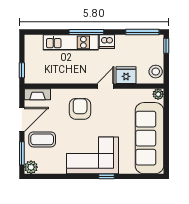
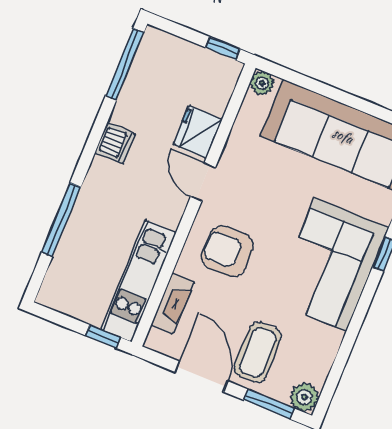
window: (86, 32) -> (61, 220), moved
kitchen unit: (71, 42) -> (139, 281), moved, turned 180
window: (166, 46) -> (223, 48), moved
stool: (156, 72) -> (215, 70), removed
fireplace: (37, 94) -> (173, 303), moved

